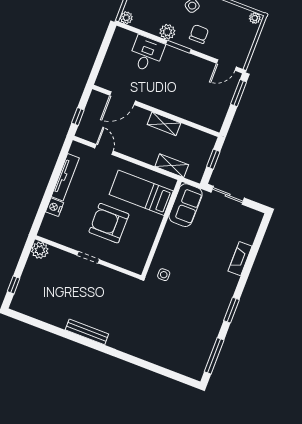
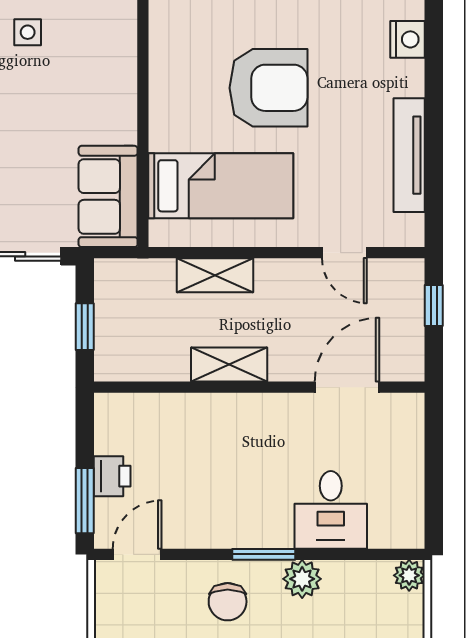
printer: (225, 98) -> (112, 476), added
shelving: (172, 166) -> (215, 275), moved
nightstand: (55, 207) -> (408, 39), moved
side table: (164, 275) -> (28, 32), moved

